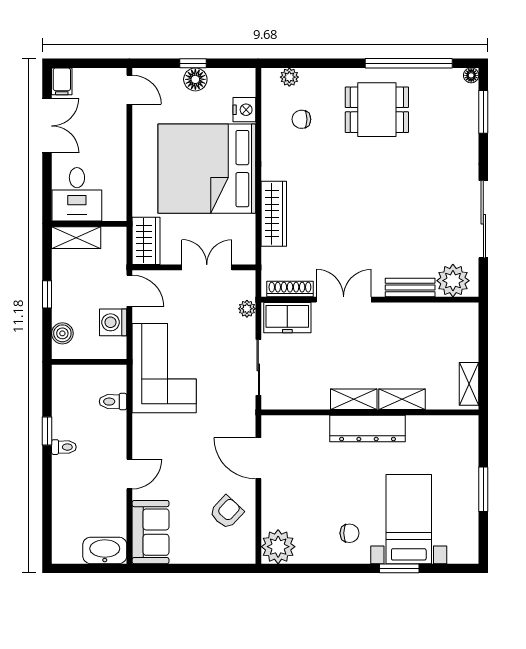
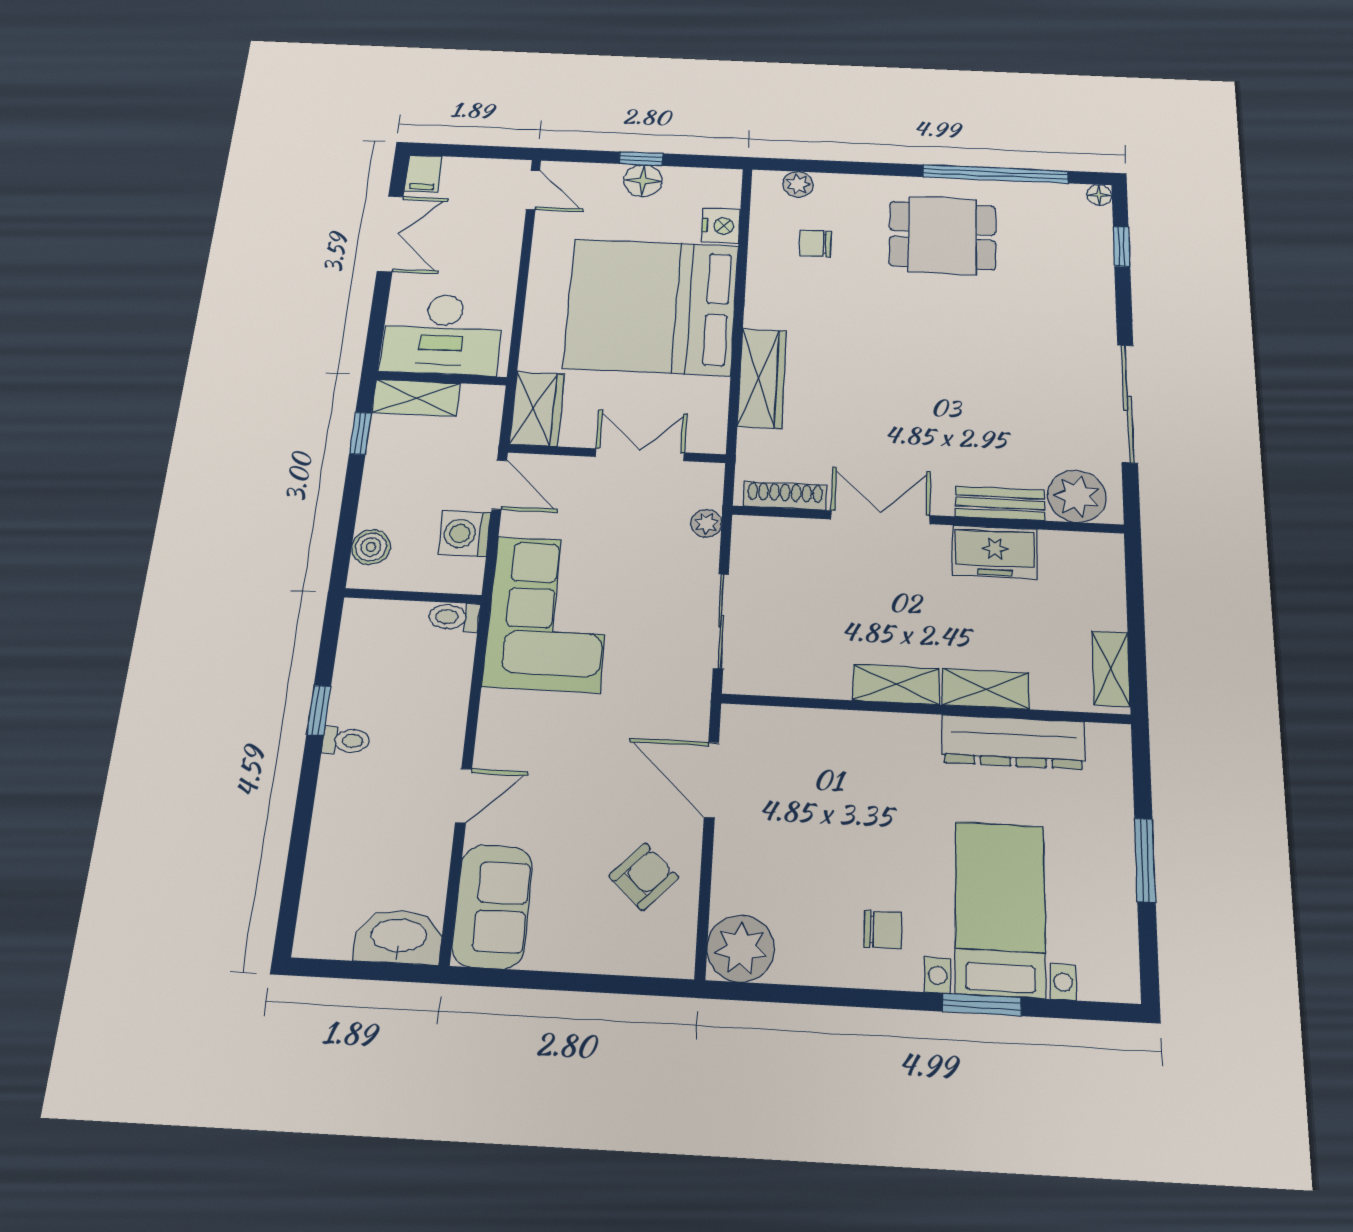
window: (483, 112) -> (1121, 247), width x0.67
desk: (77, 194) -> (442, 334), width x1.37
window: (47, 294) -> (360, 433), moved
freezer: (287, 318) -> (995, 552), moved
toilet: (113, 402) -> (454, 617), moved
dresser: (368, 429) -> (1013, 742), moved

